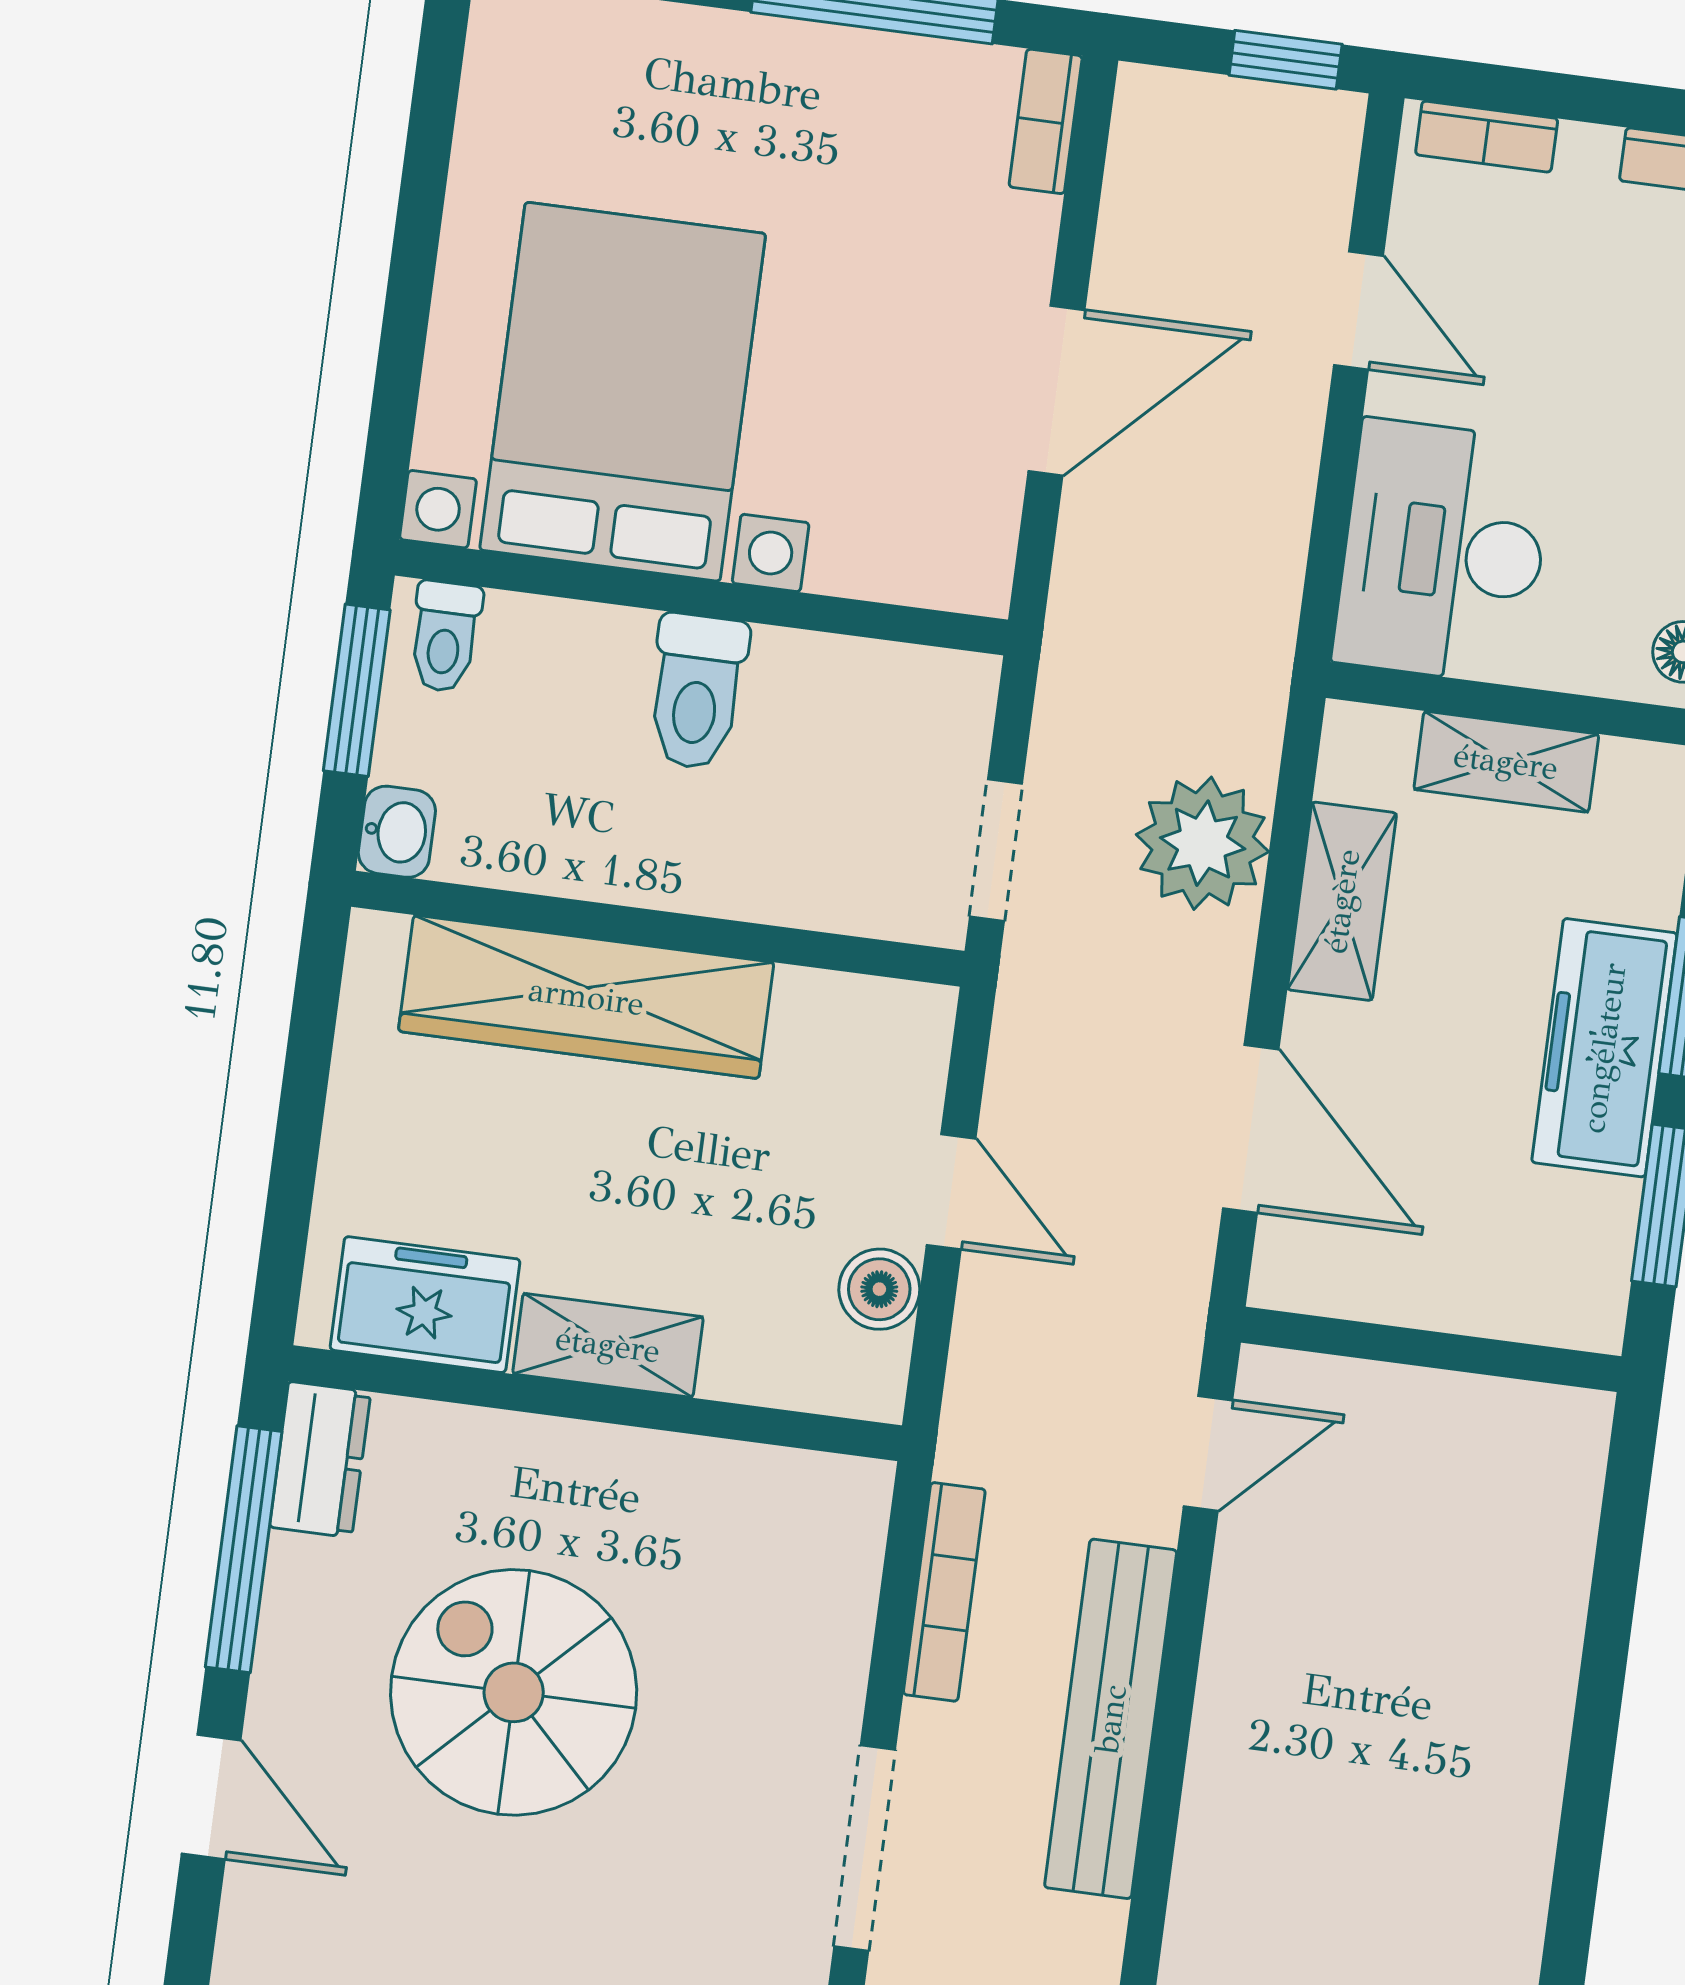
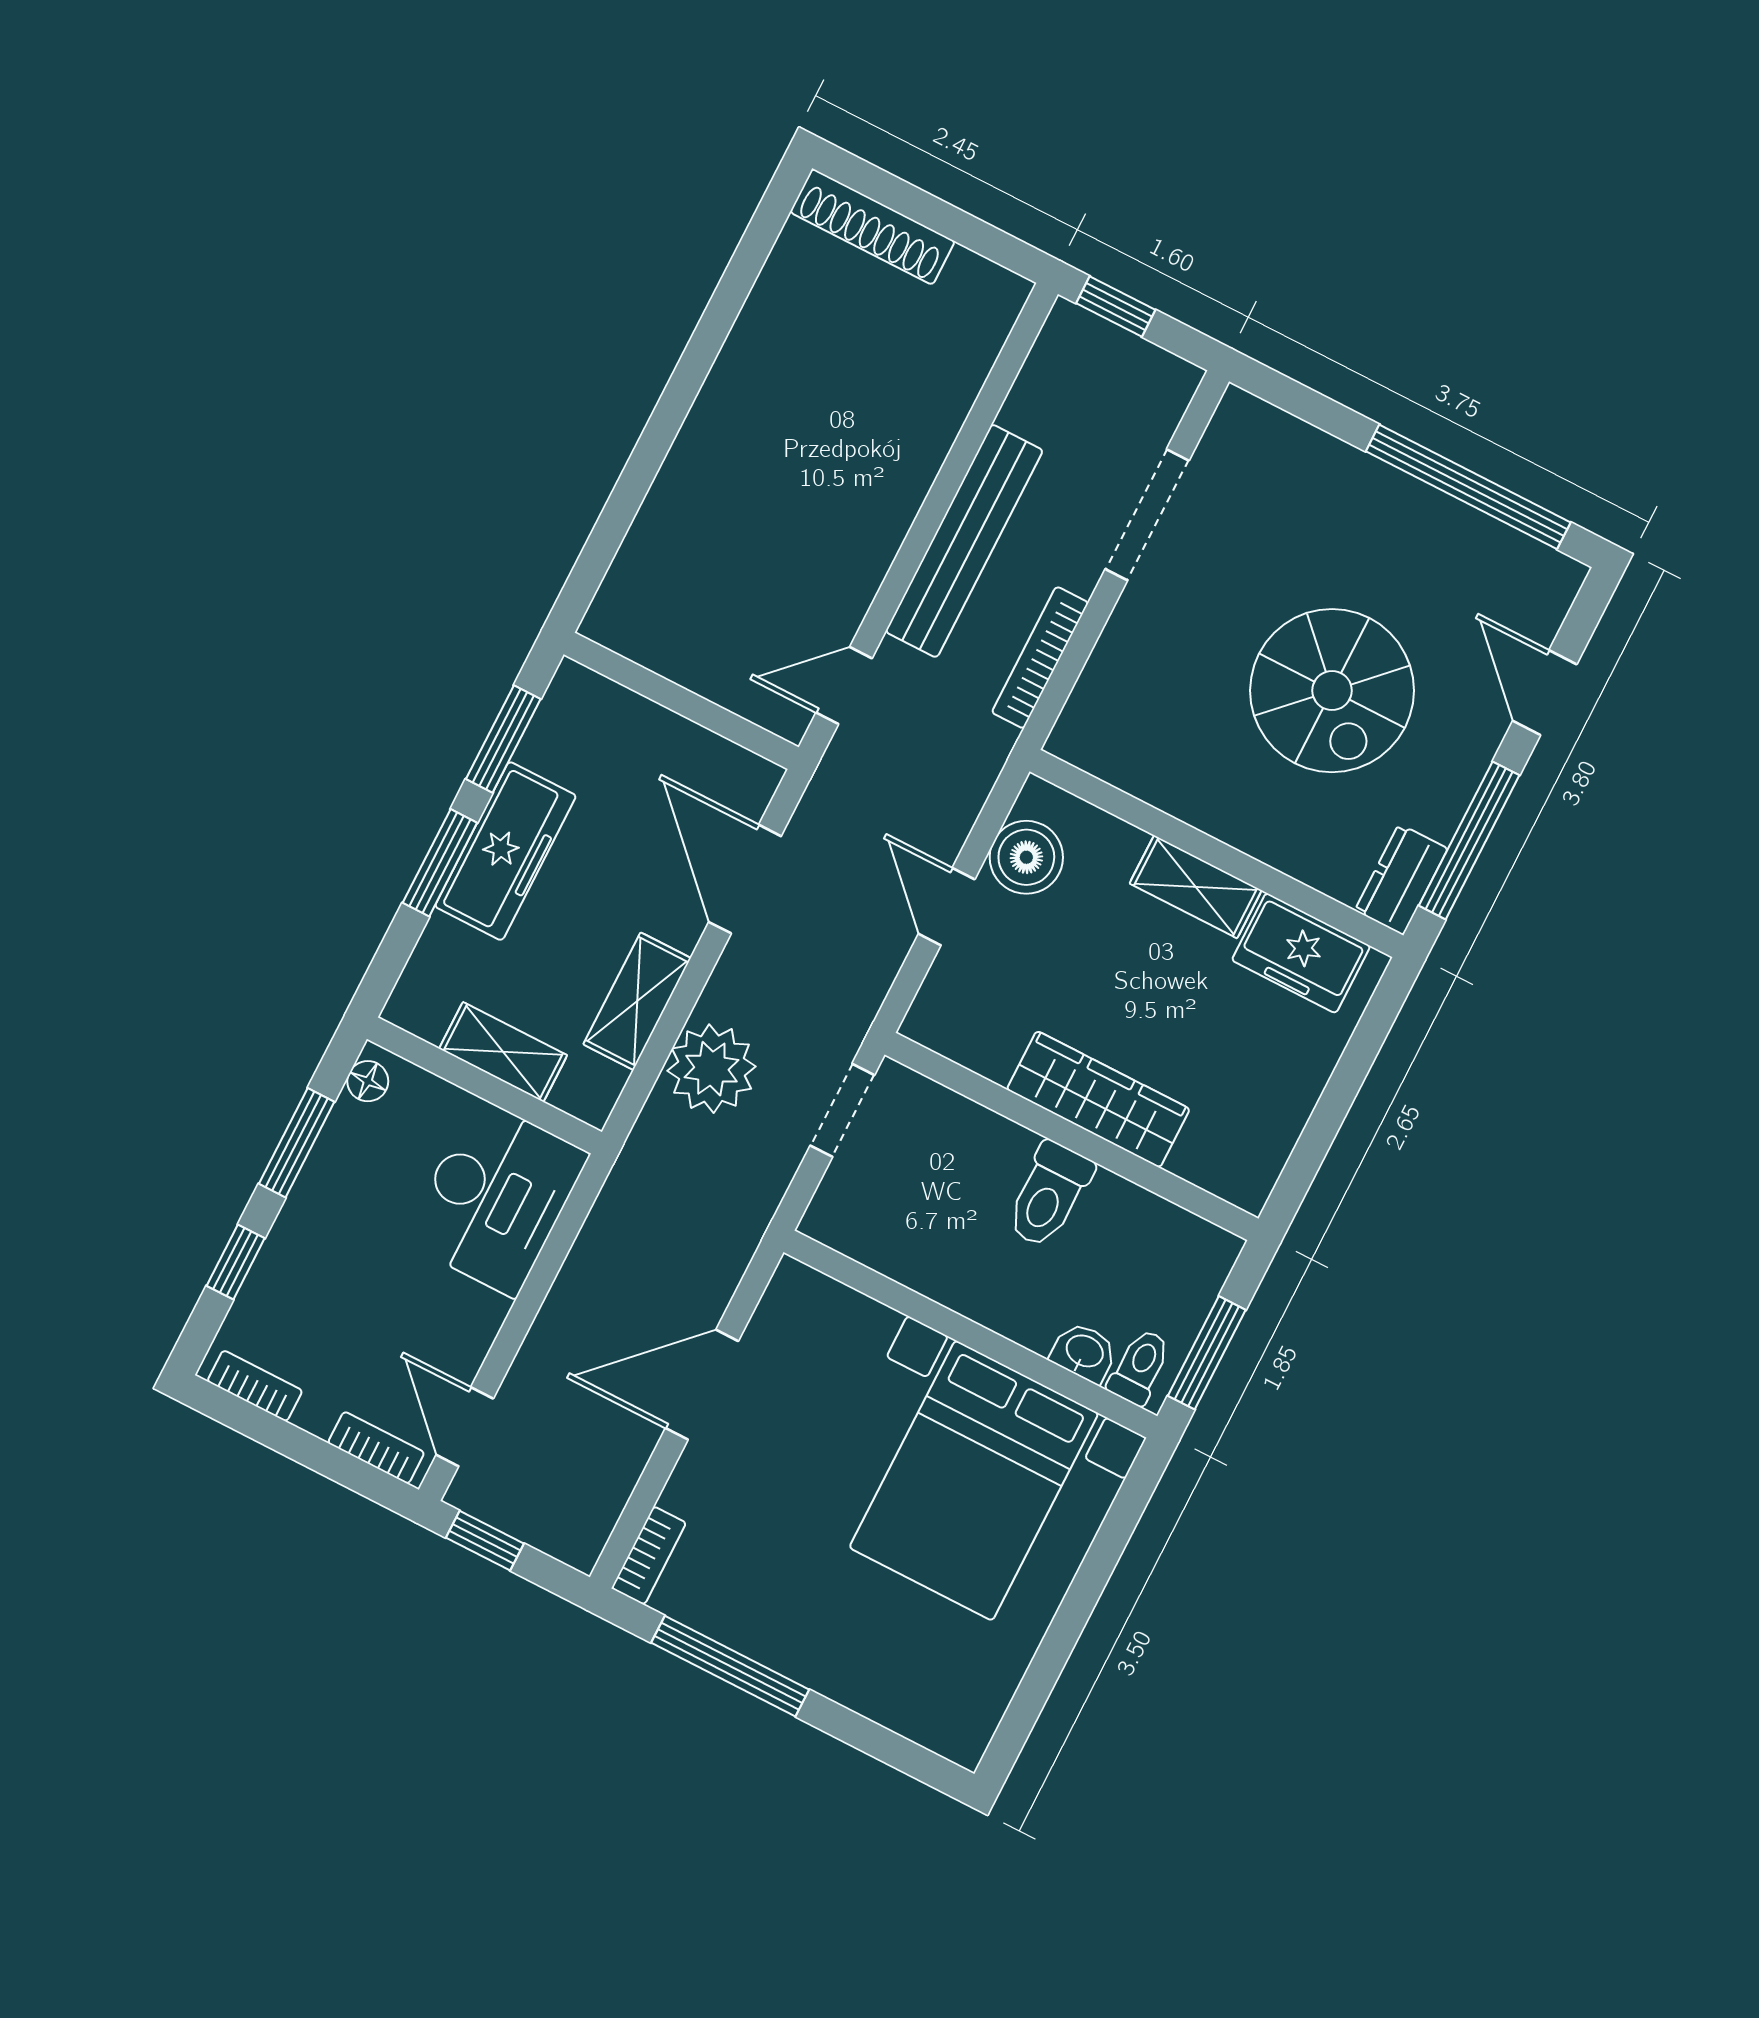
door: (1358, 310) -> (465, 1427), moved
toilet: (697, 691) -> (1049, 1195), moved, turned 180
washbasin: (397, 832) -> (1084, 1352), moved, turned 90
wardrobe: (586, 997) -> (1098, 1099), width x0.71, depth x0.85
boiler: (879, 1289) -> (1026, 857), width x1.36, depth x1.36

